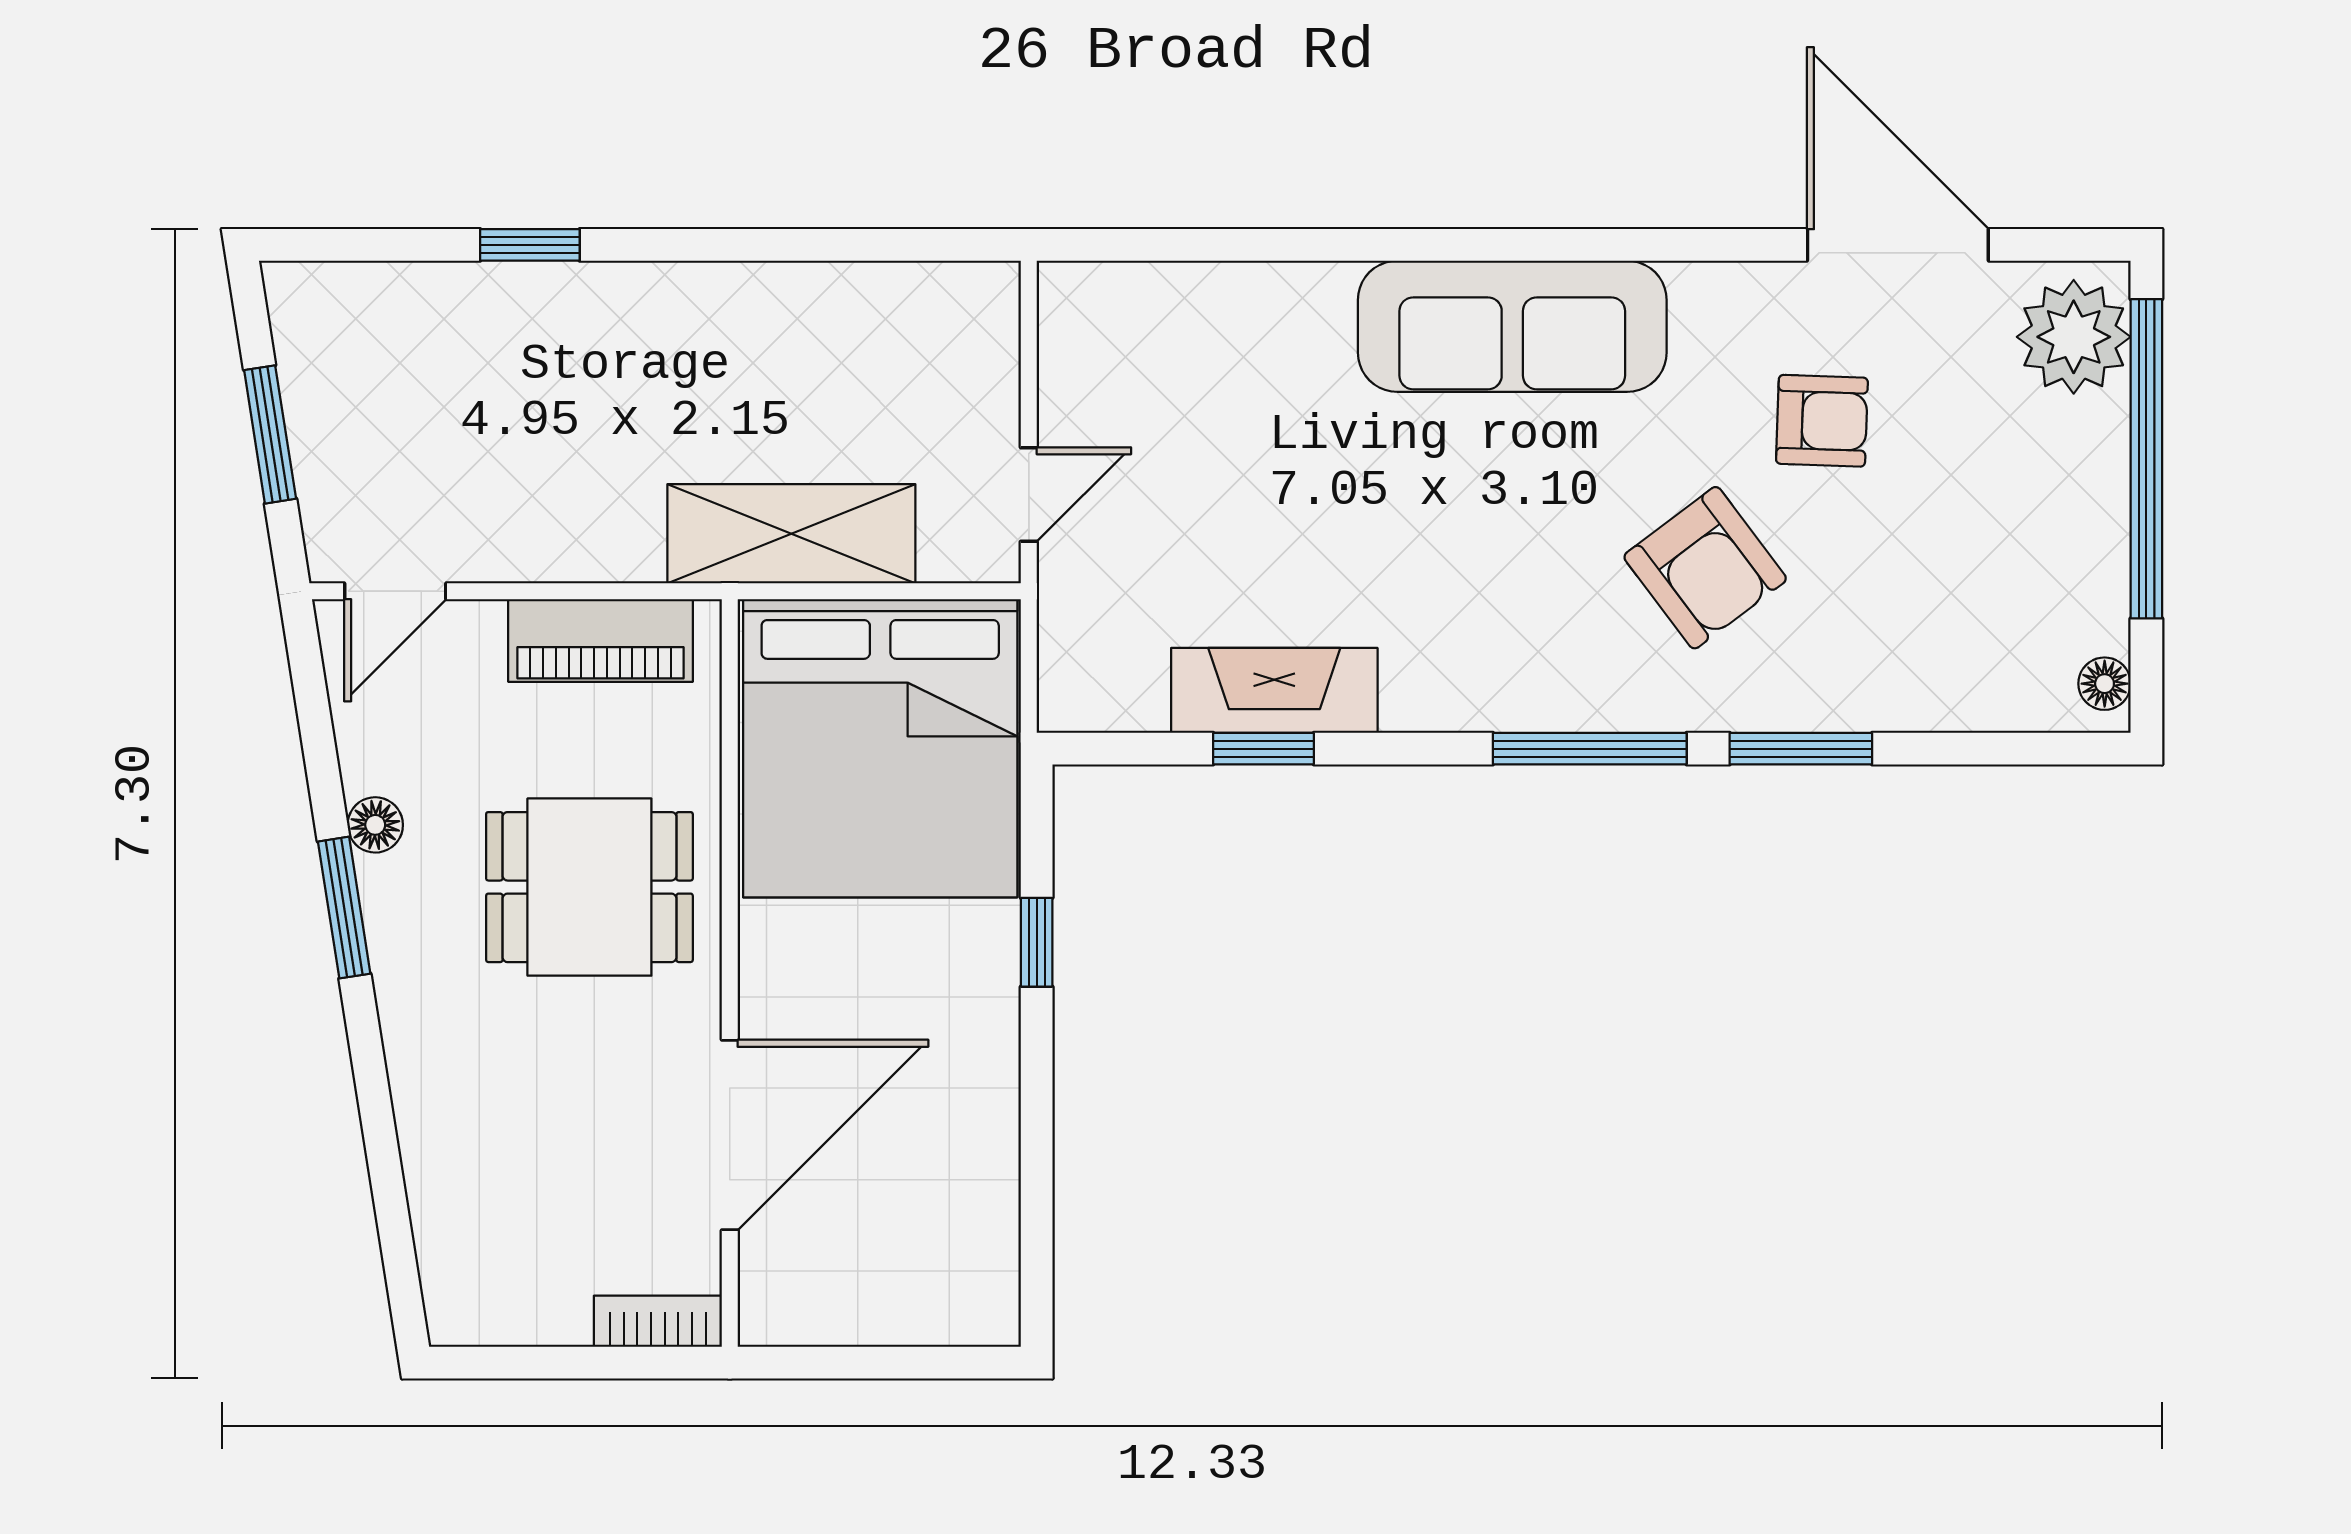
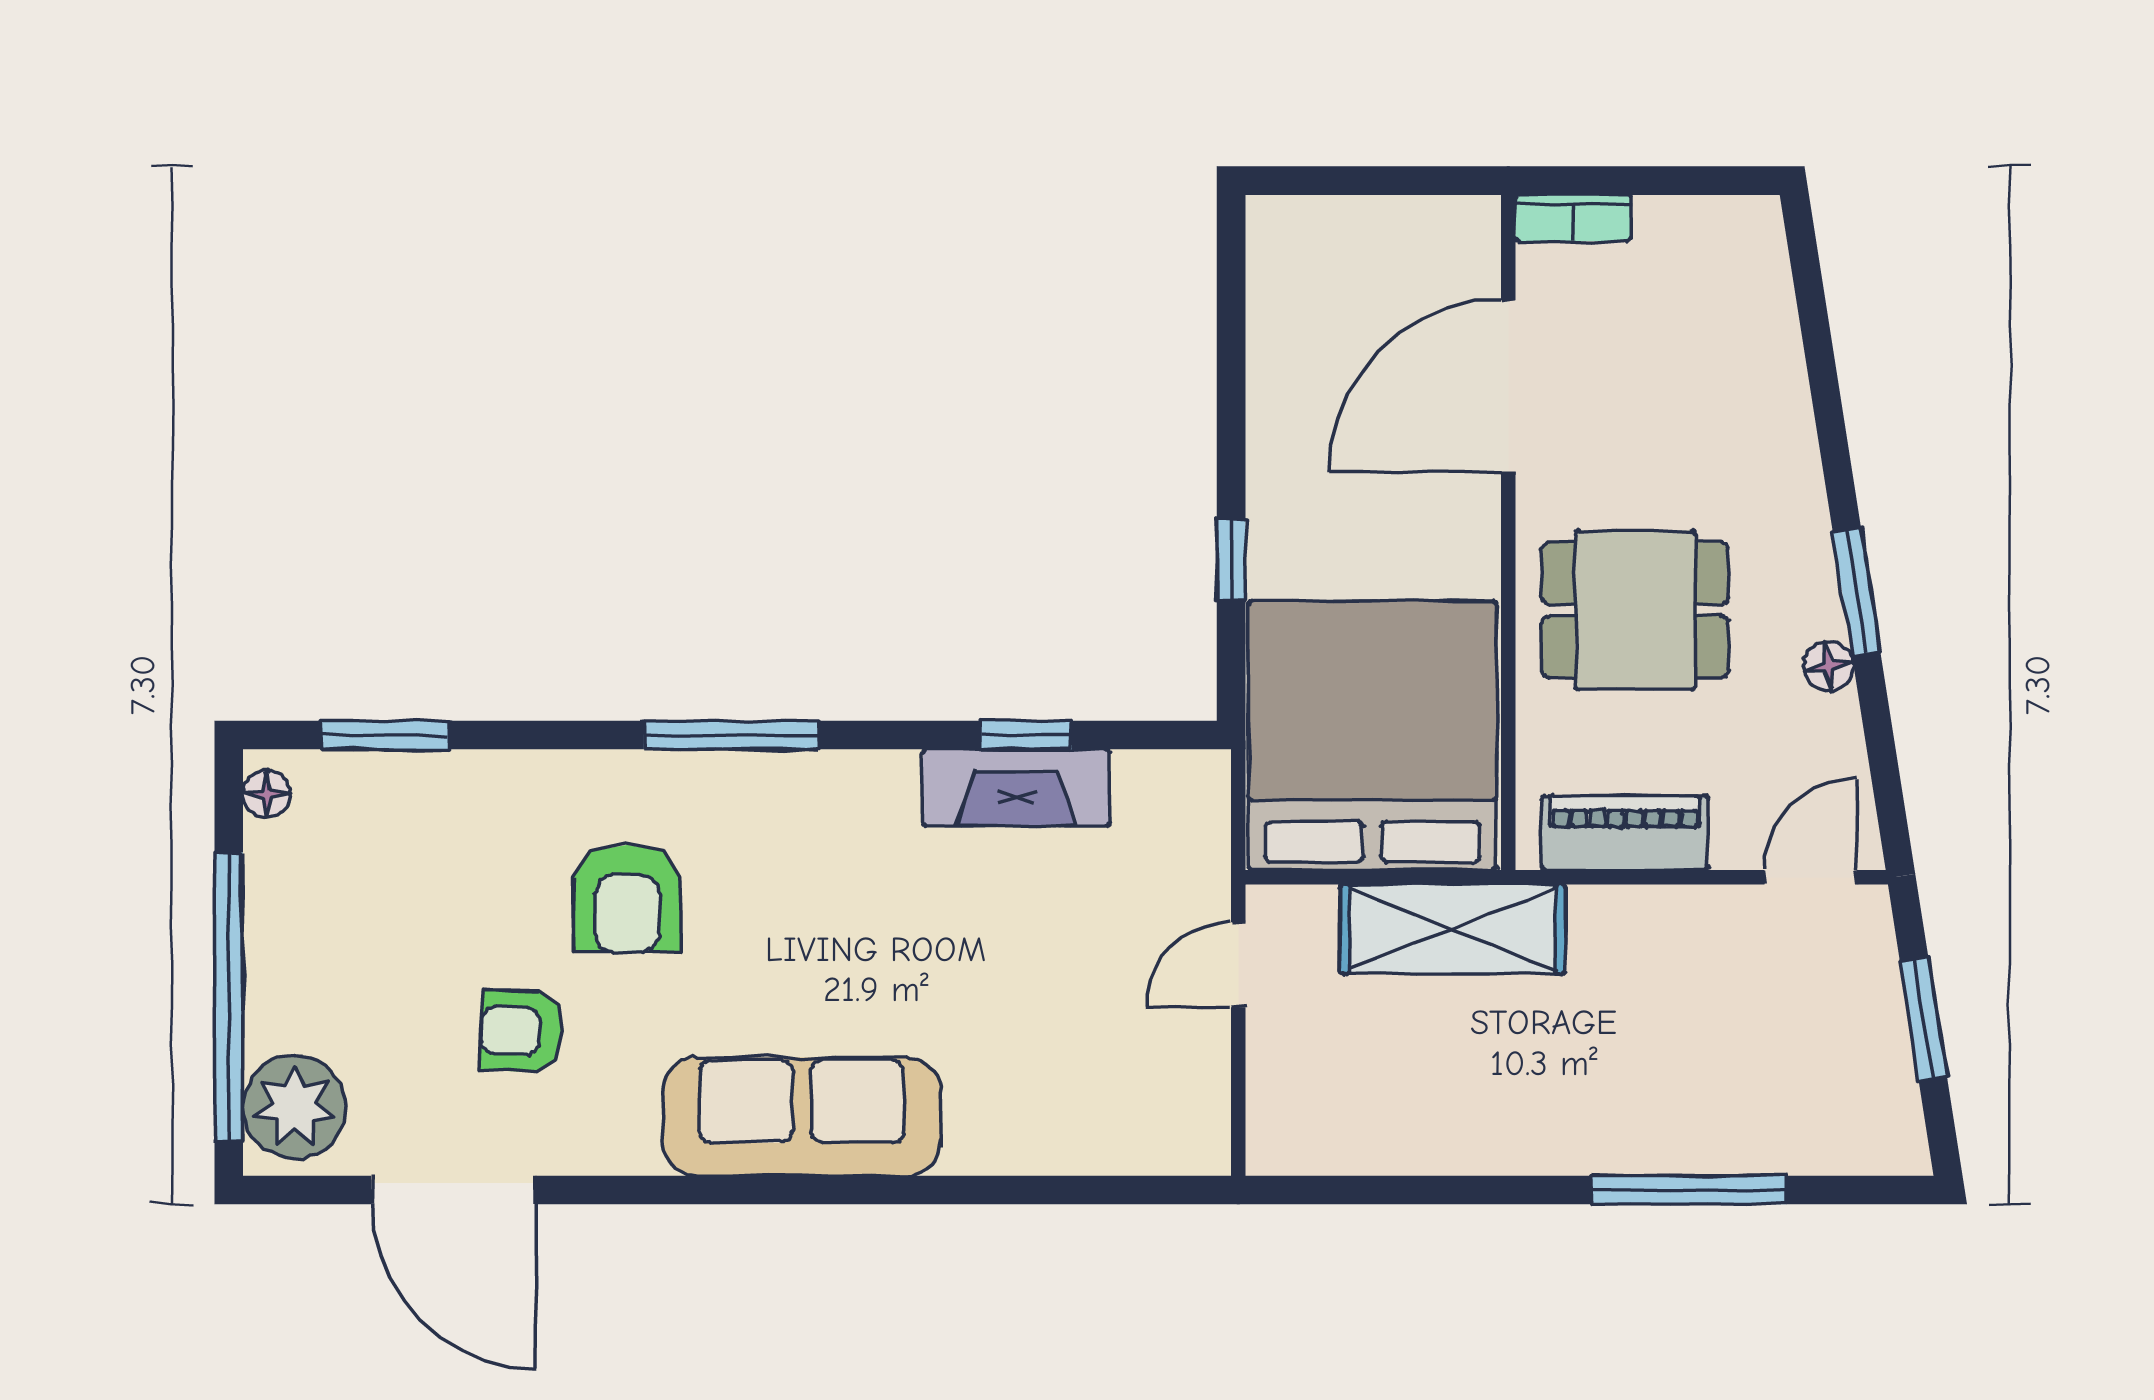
window: (530, 245) -> (1689, 1190), width x2.17
armchair: (1705, 568) -> (627, 898), turned -143
window: (1801, 749) -> (384, 735), moved

